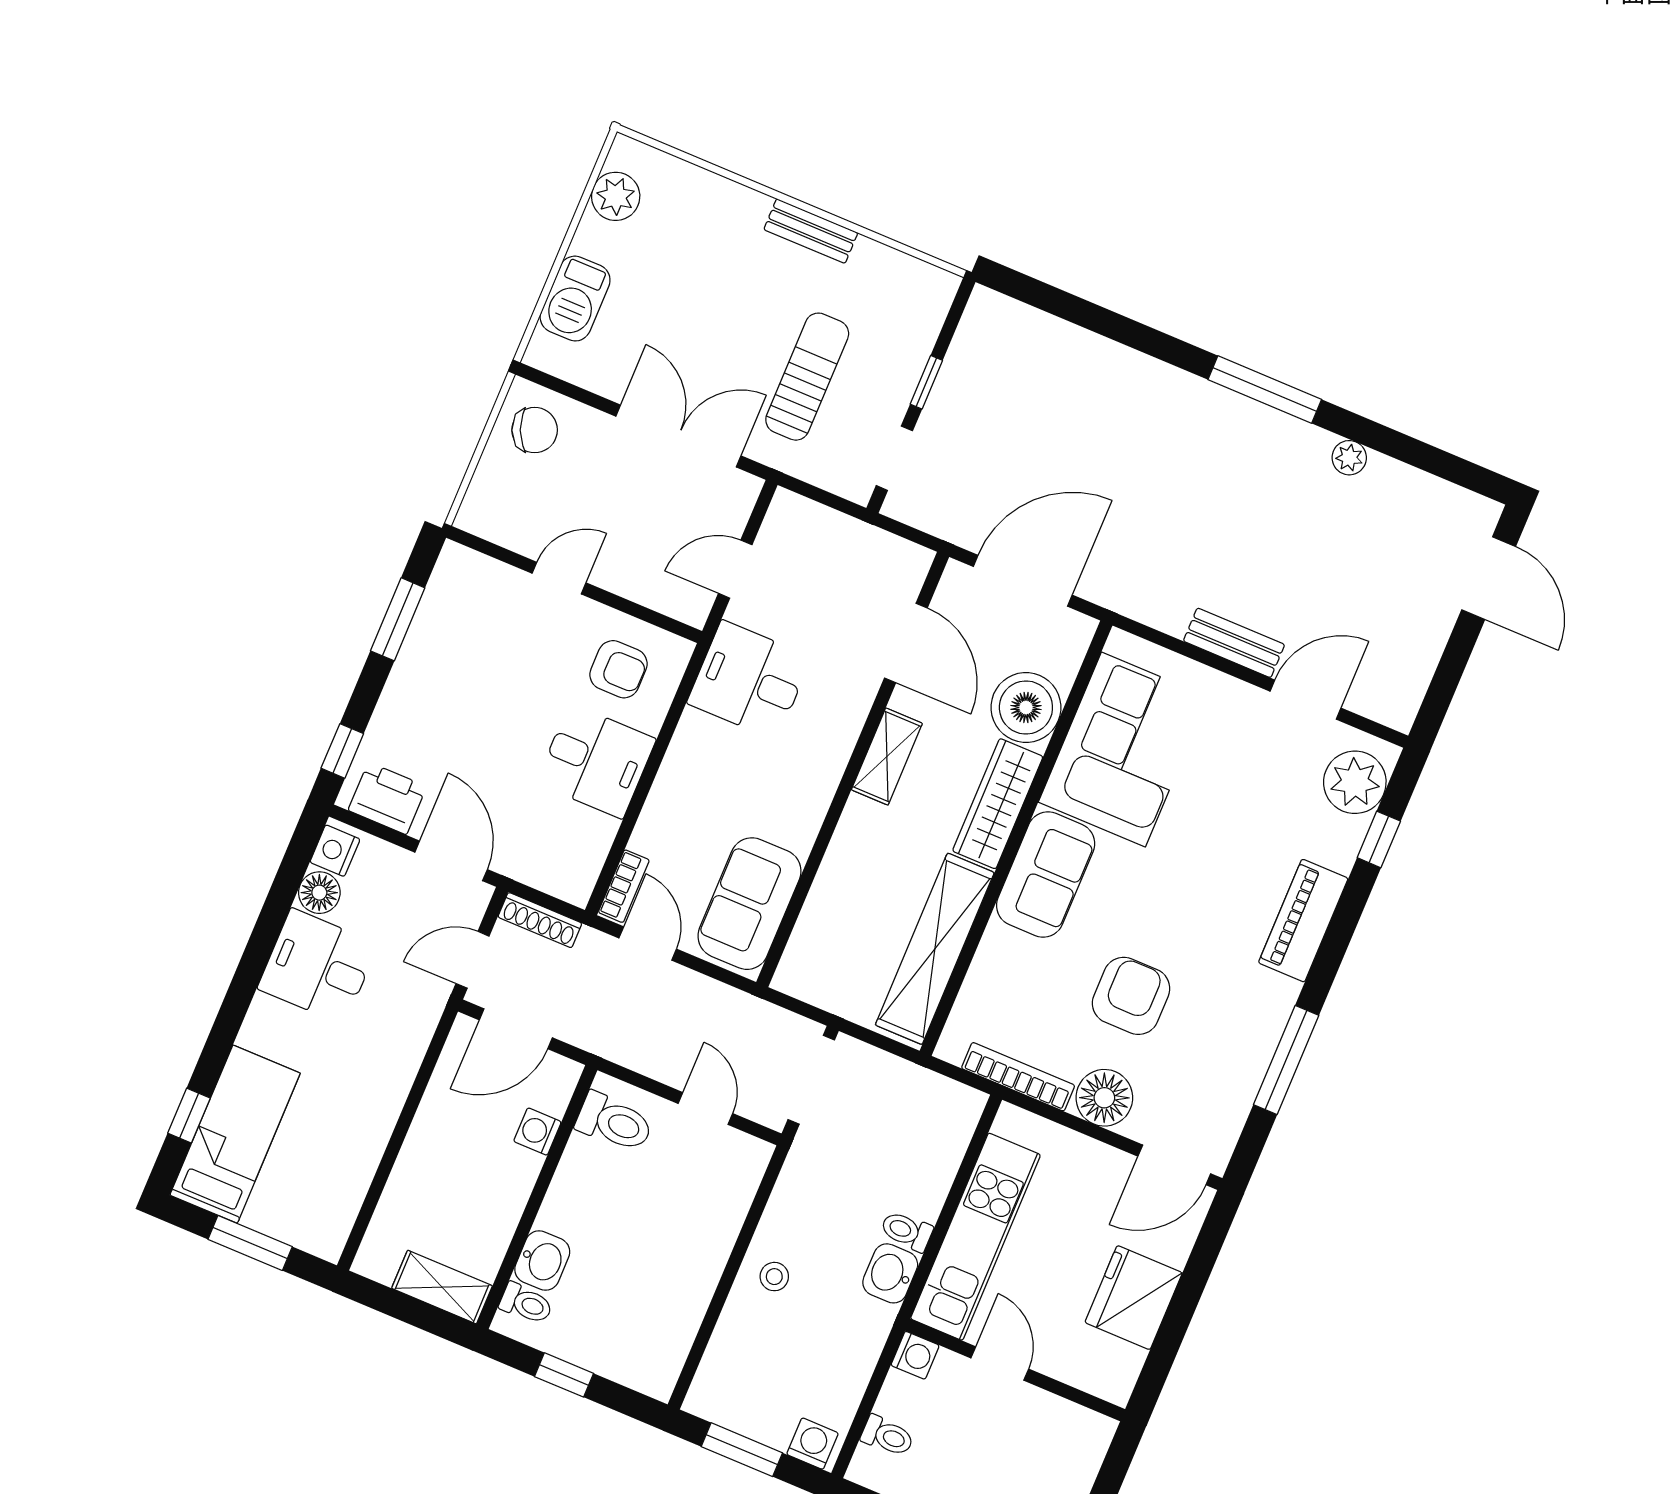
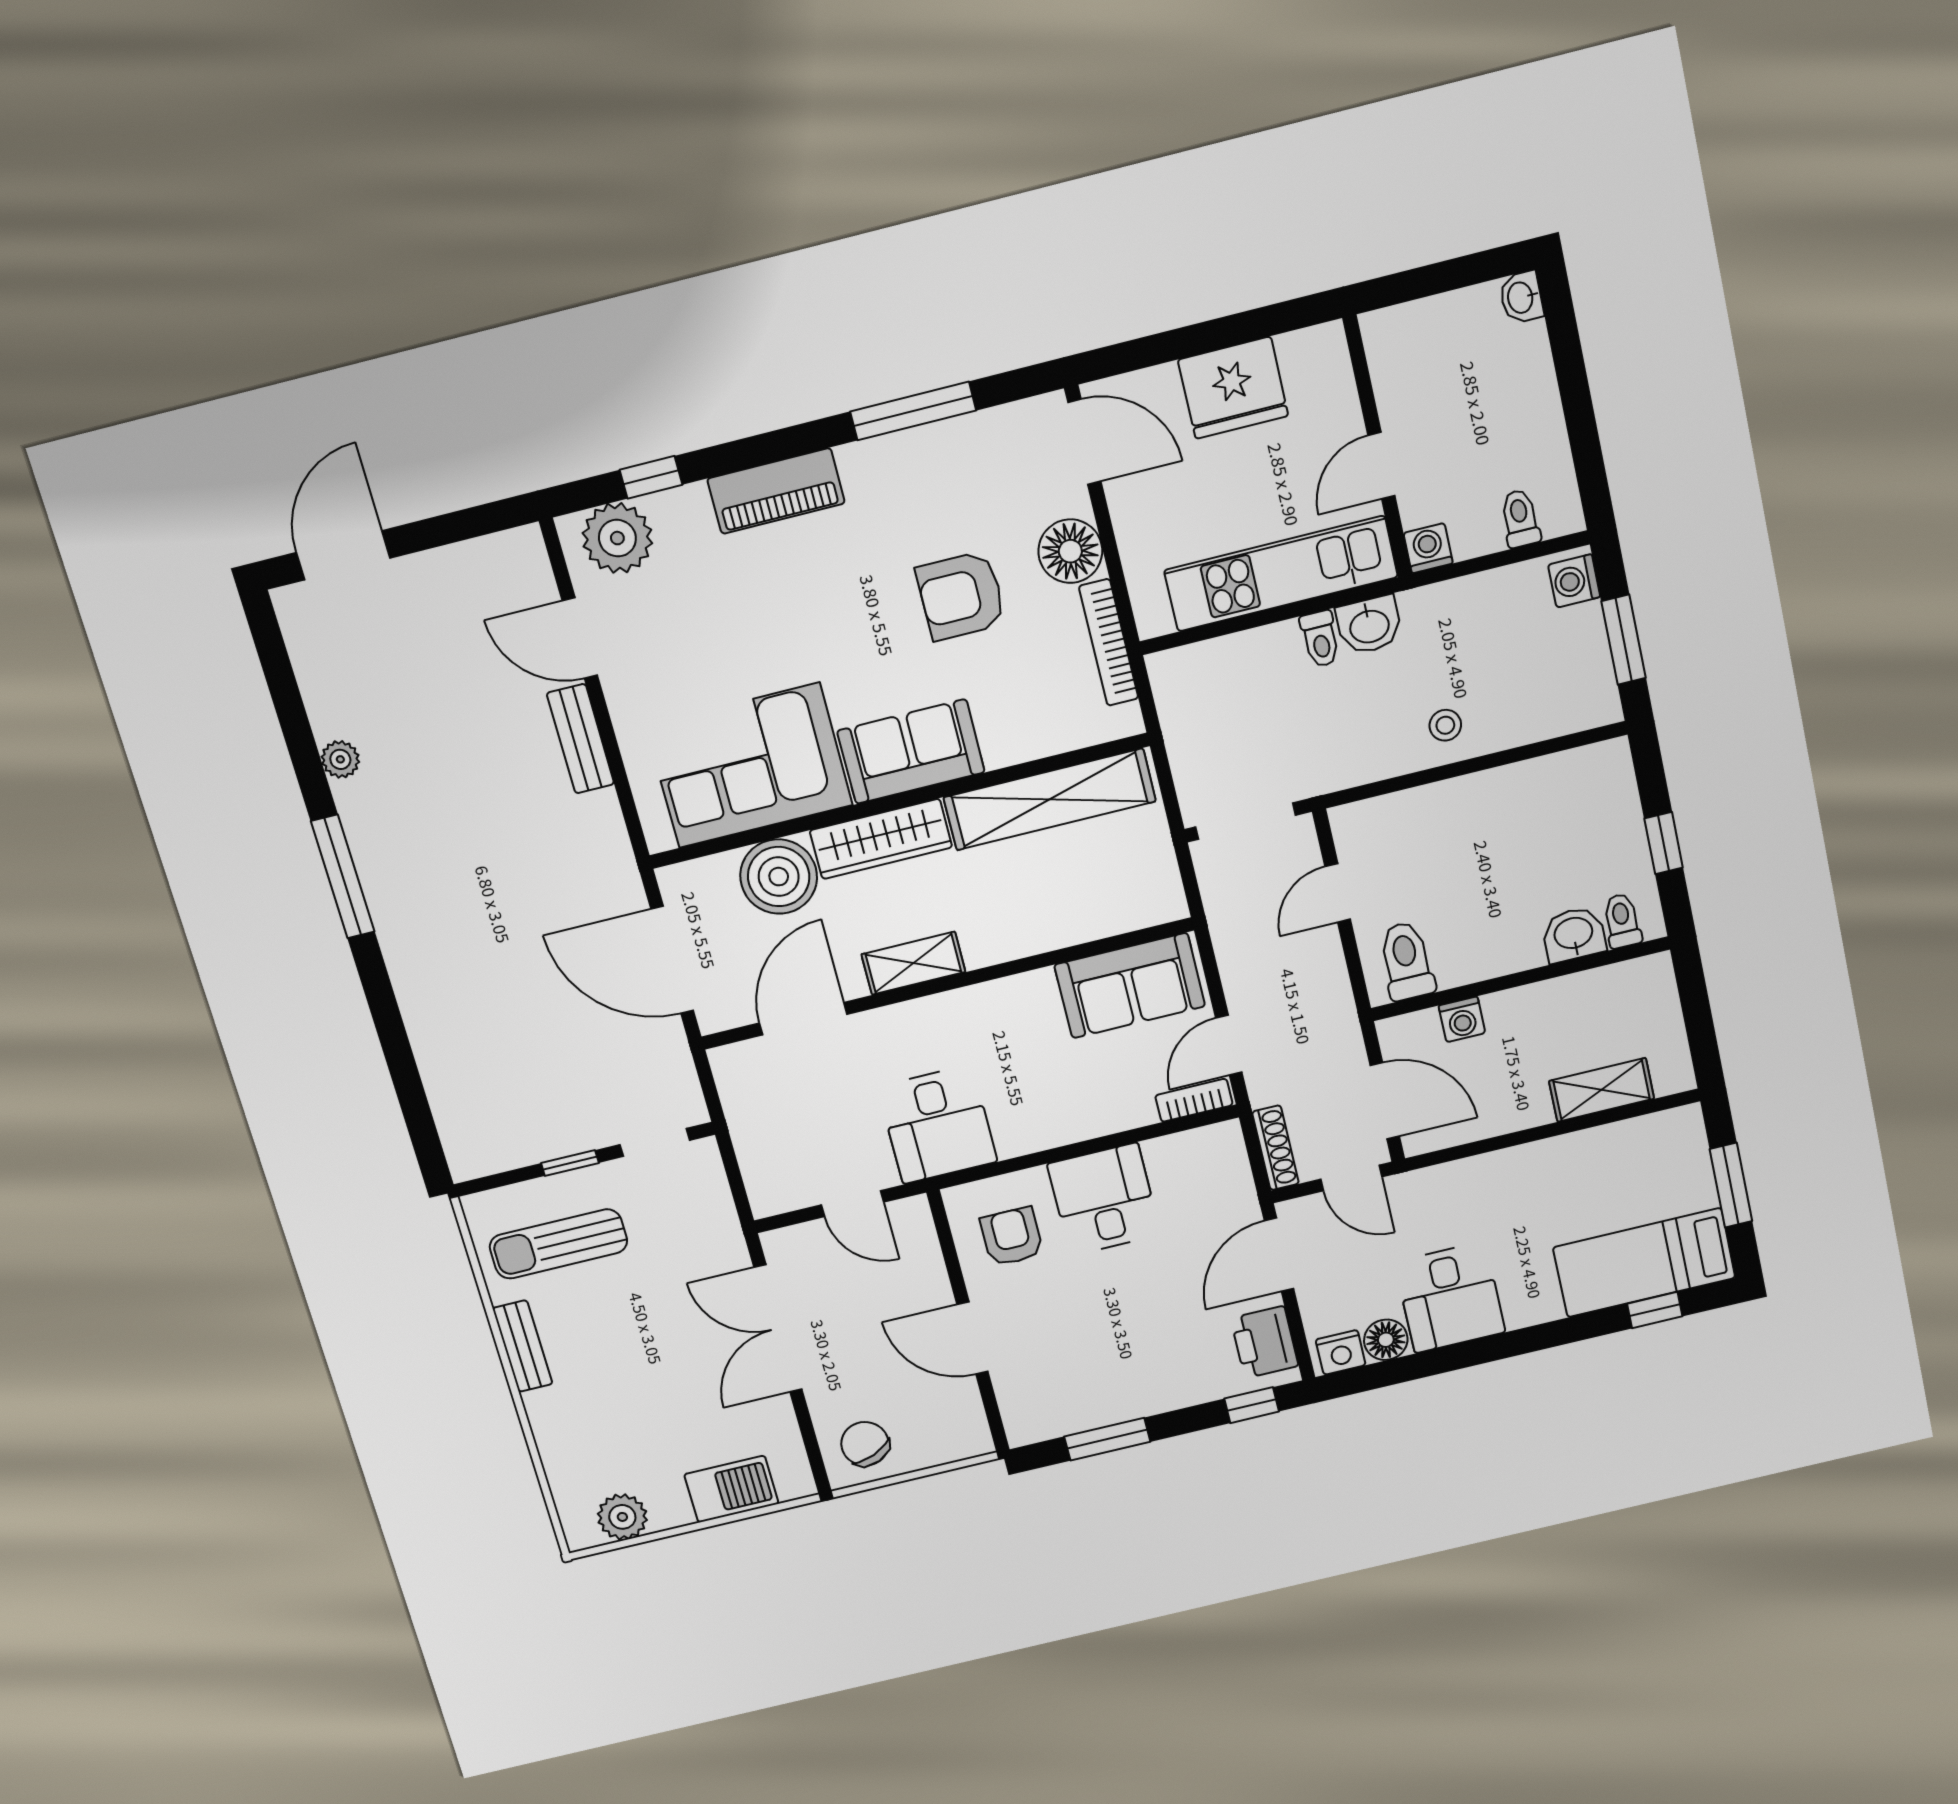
sun lounger: (807, 377) -> (558, 1244), moved
door: (559, 578) -> (973, 1338), width x1.37
shelving: (442, 1287) -> (1602, 1090), moved, turned 90

